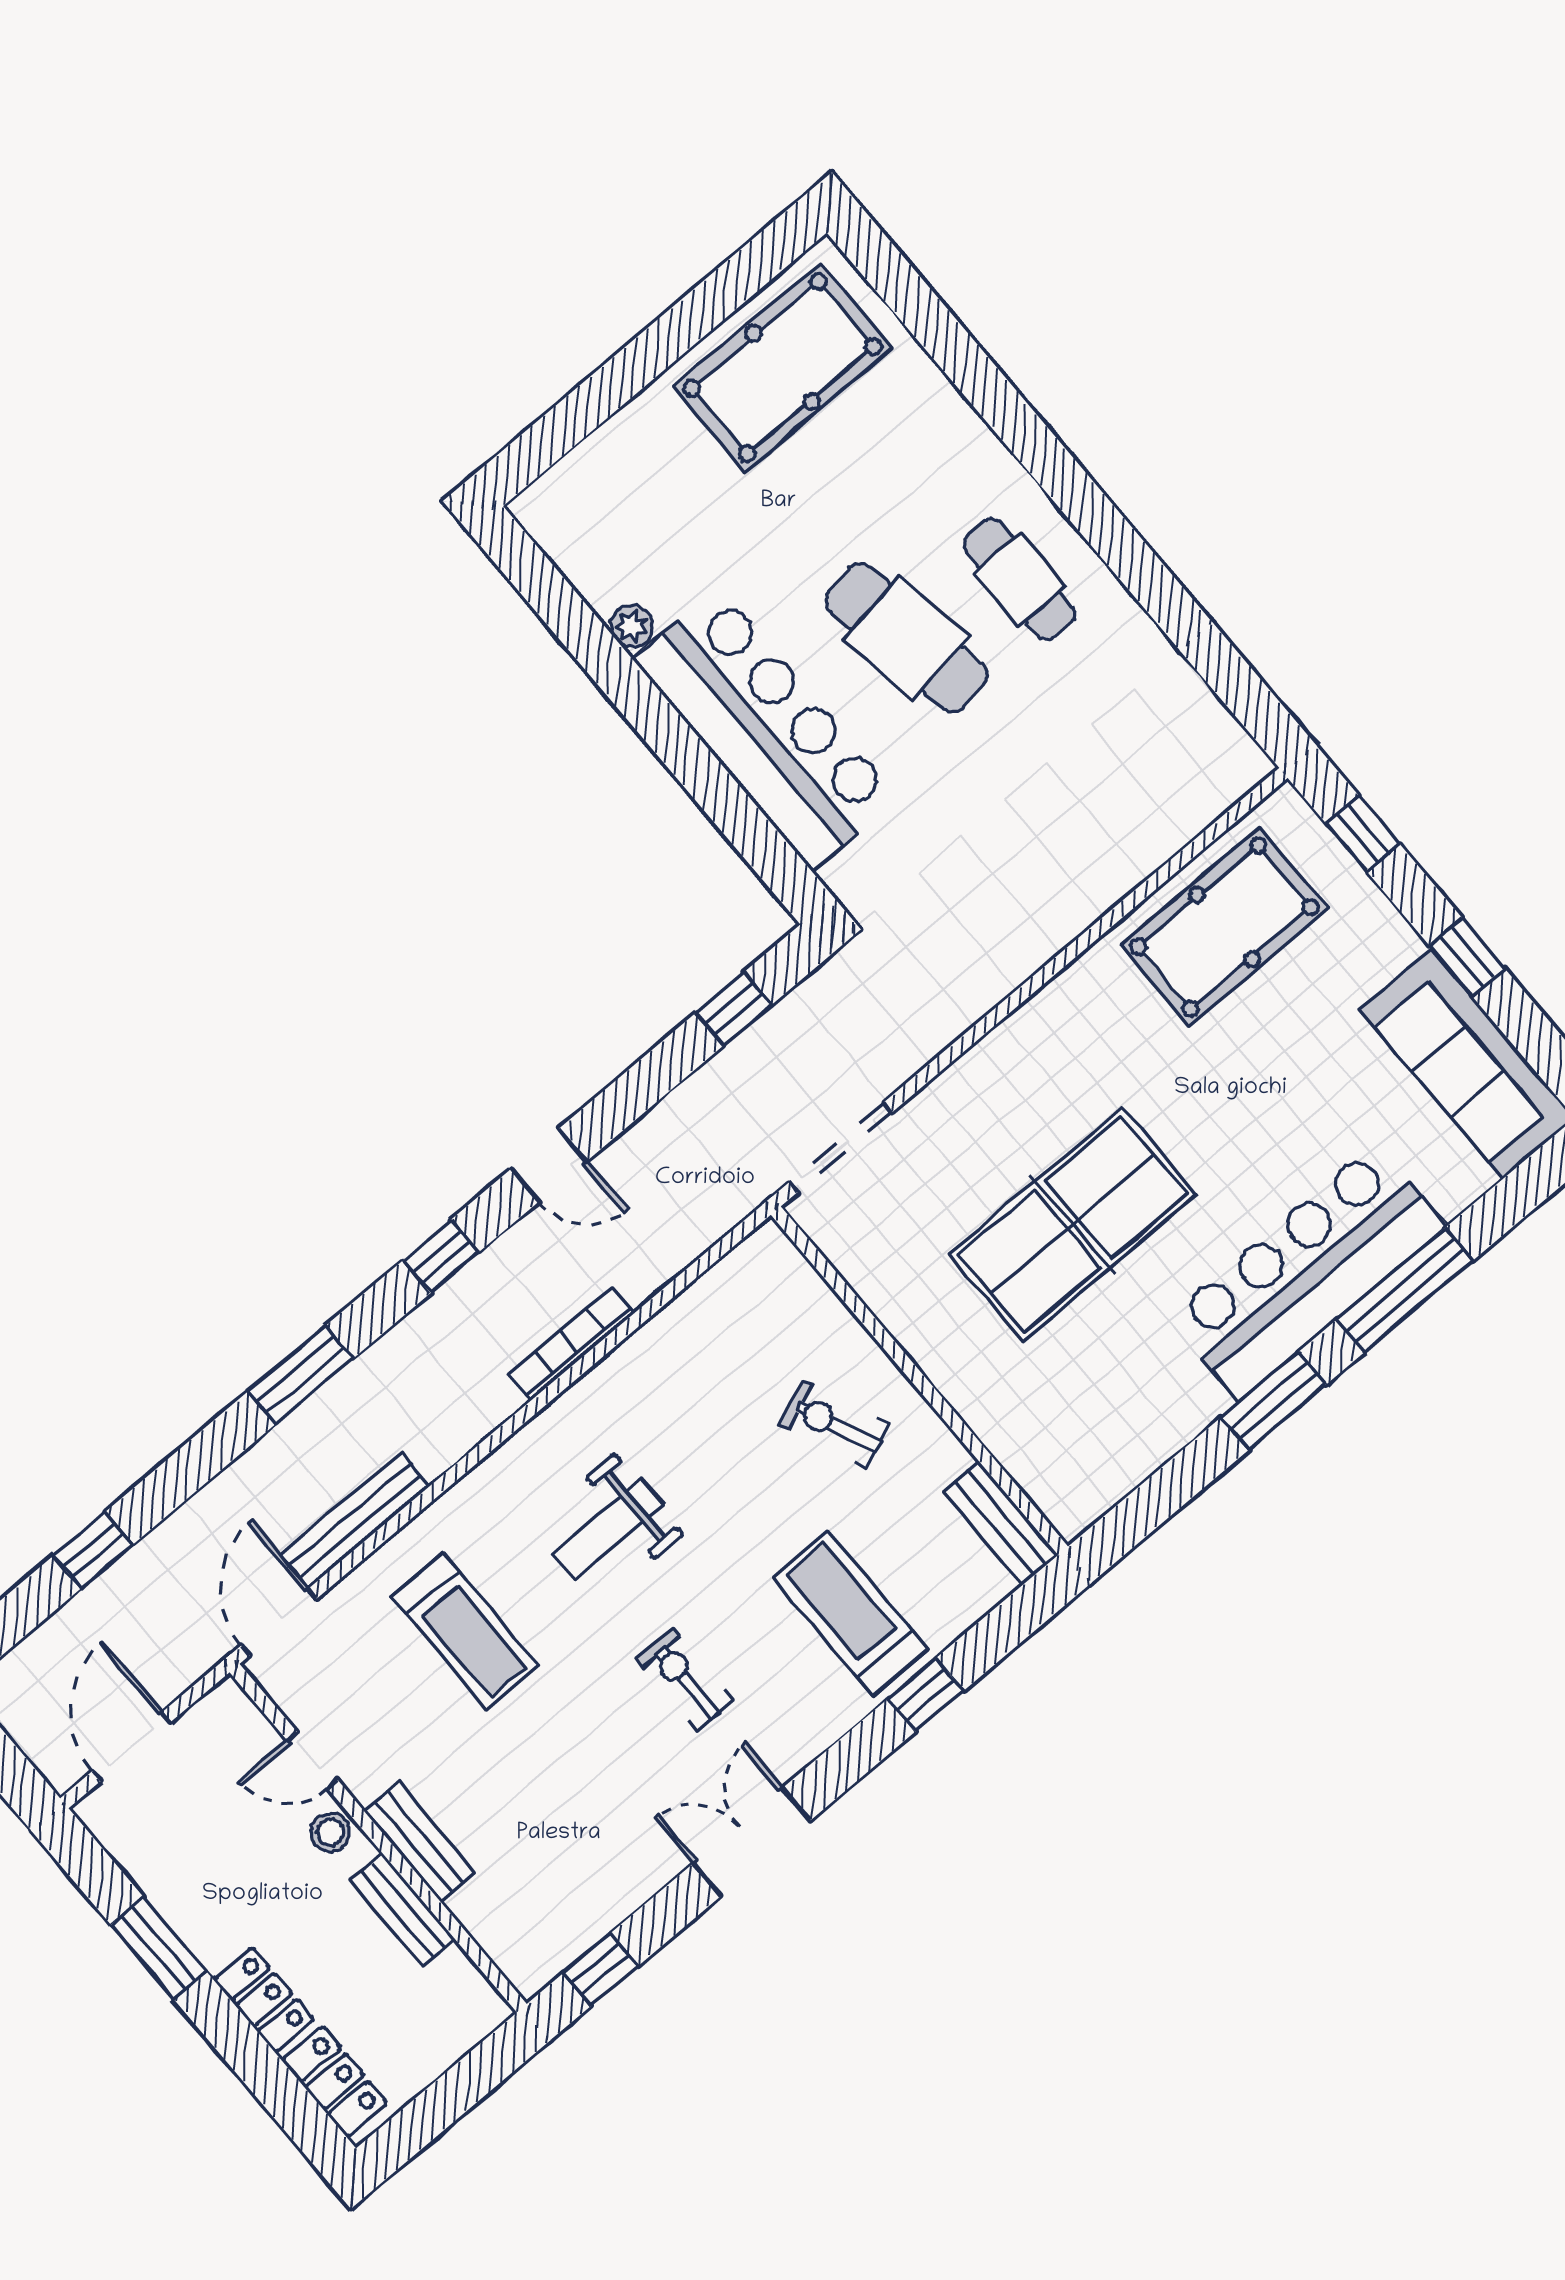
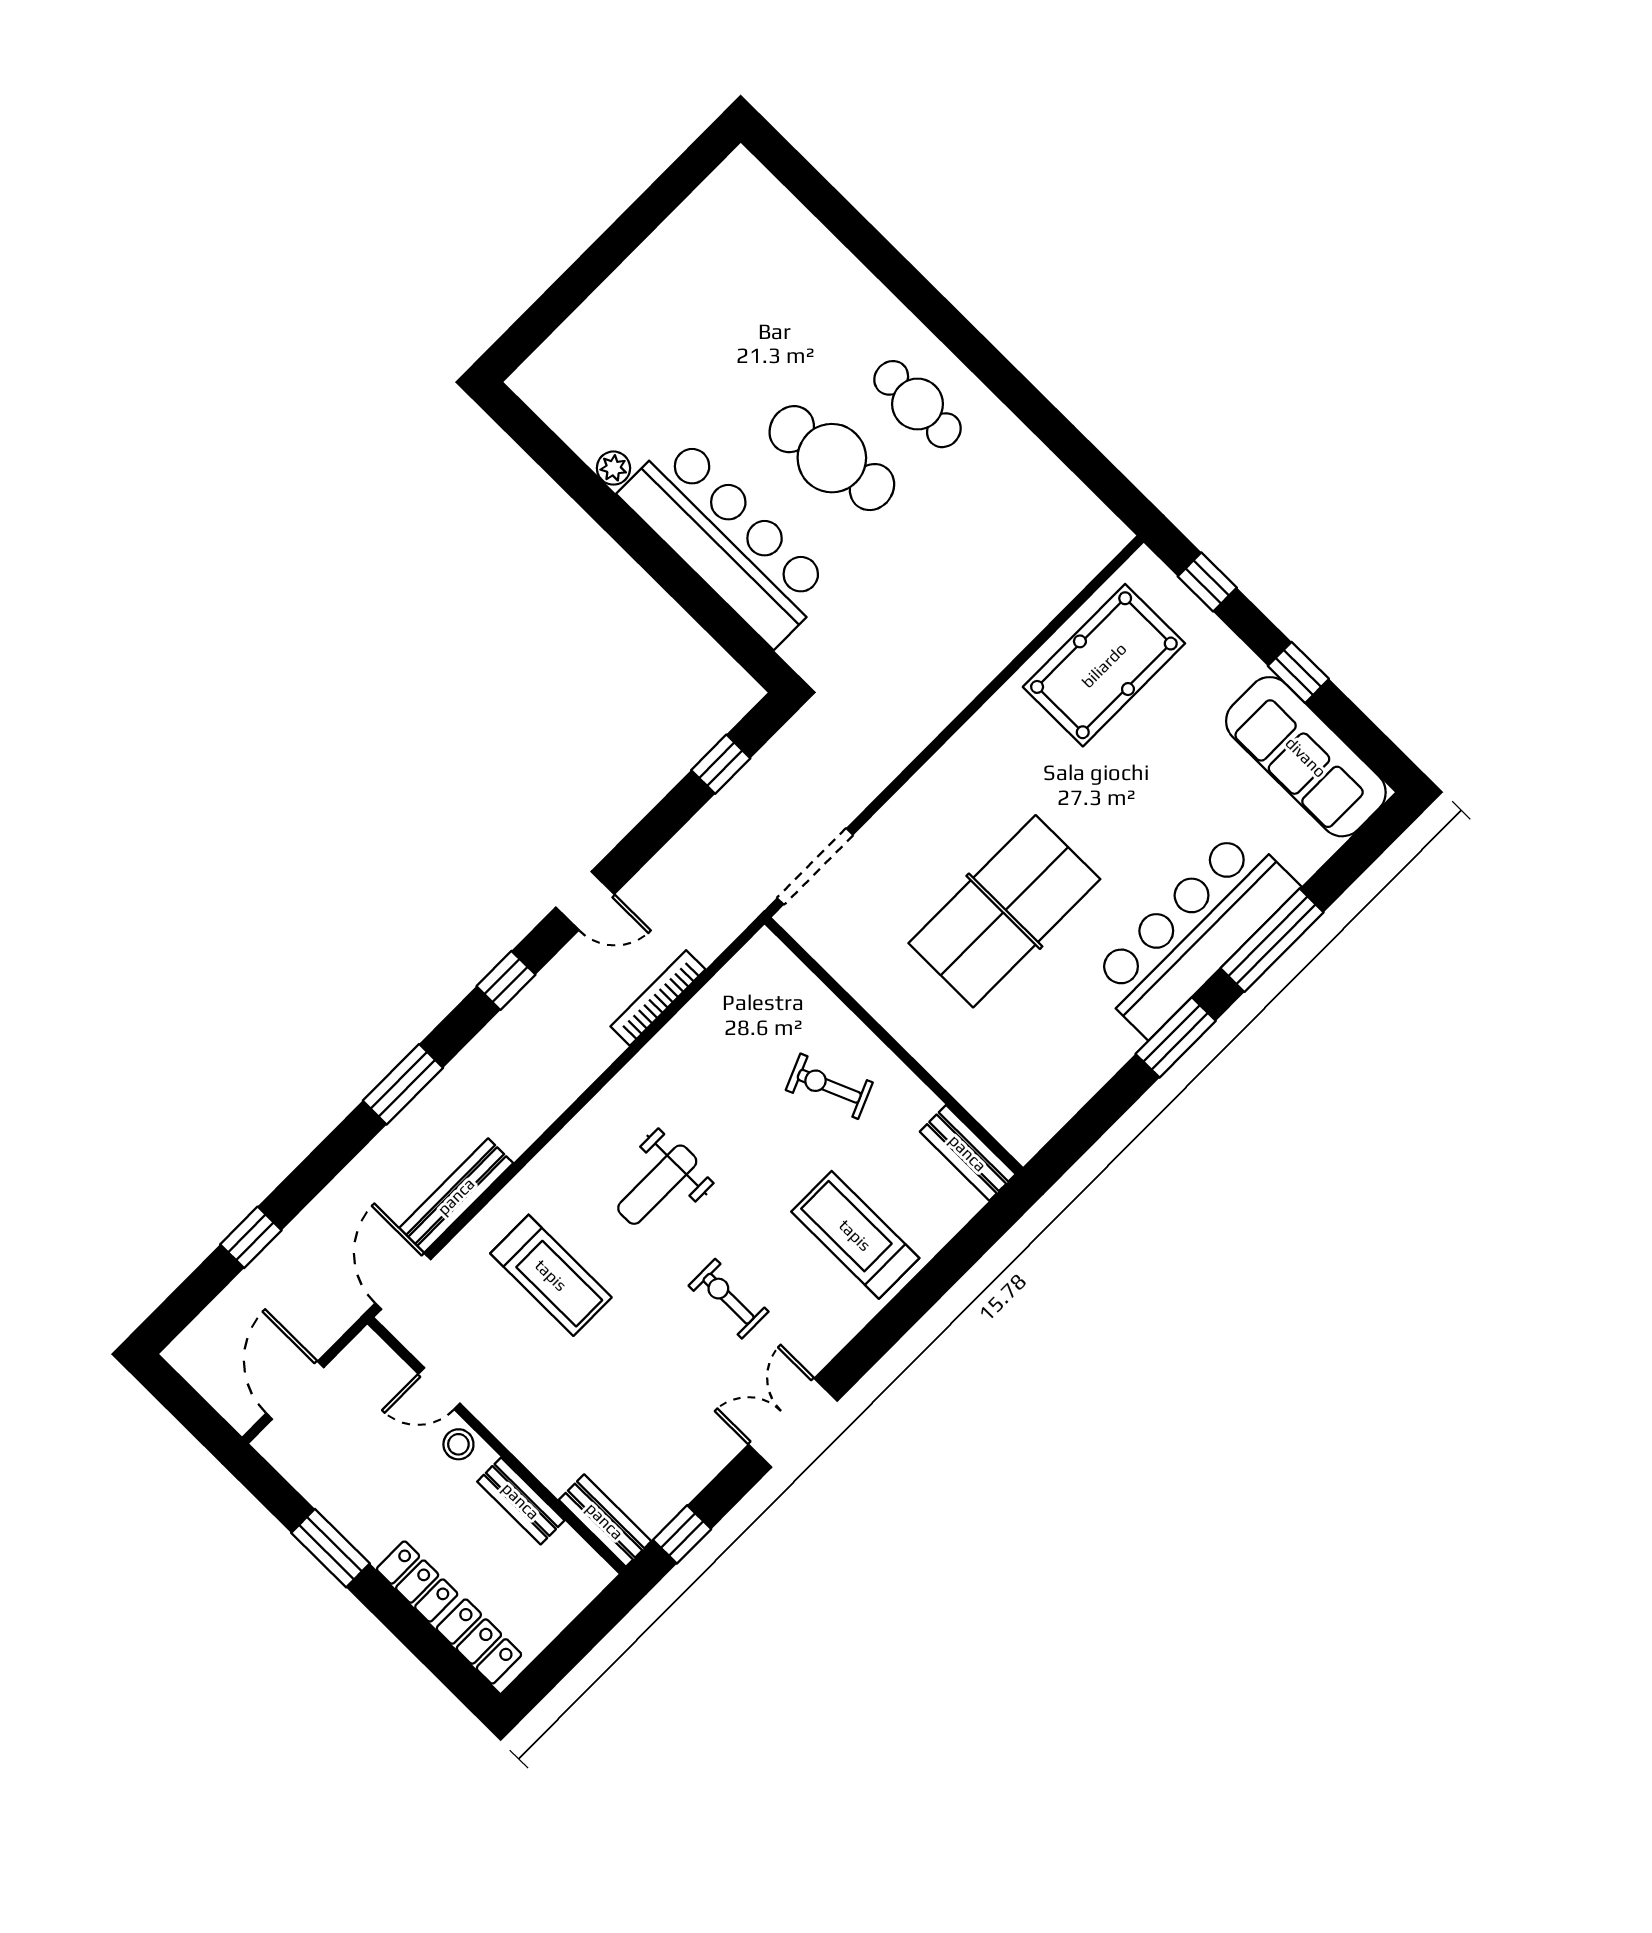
pool table: (783, 367) -> (715, 253), removed
bookcase: (571, 1344) -> (658, 998), moved
window: (926, 1695) -> (921, 1294), removed
bench: (419, 1842) -> (605, 1521), moved

